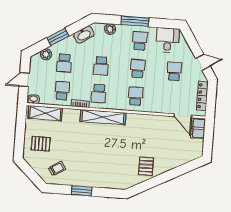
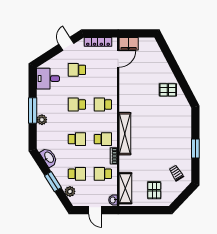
plant: (110, 29) -> (42, 120), moved
school desk: (140, 41) -> (51, 105), removed

